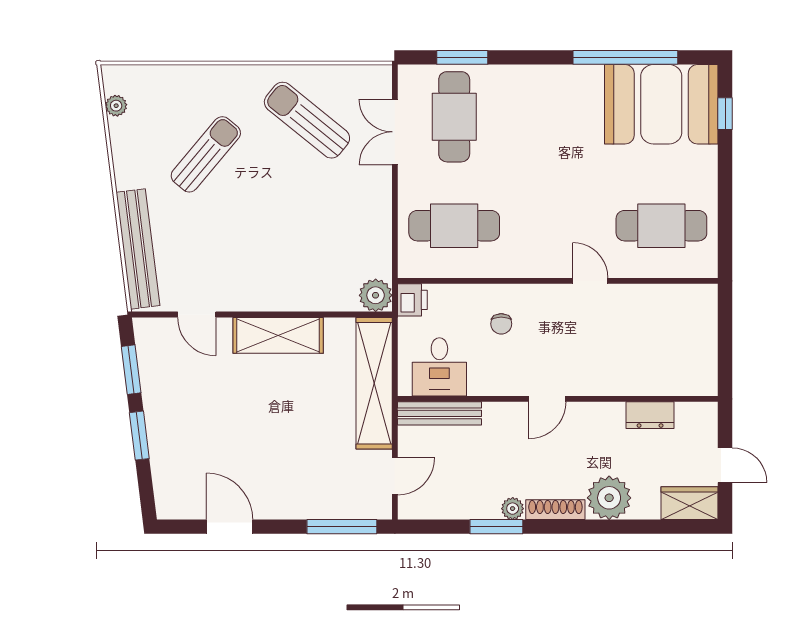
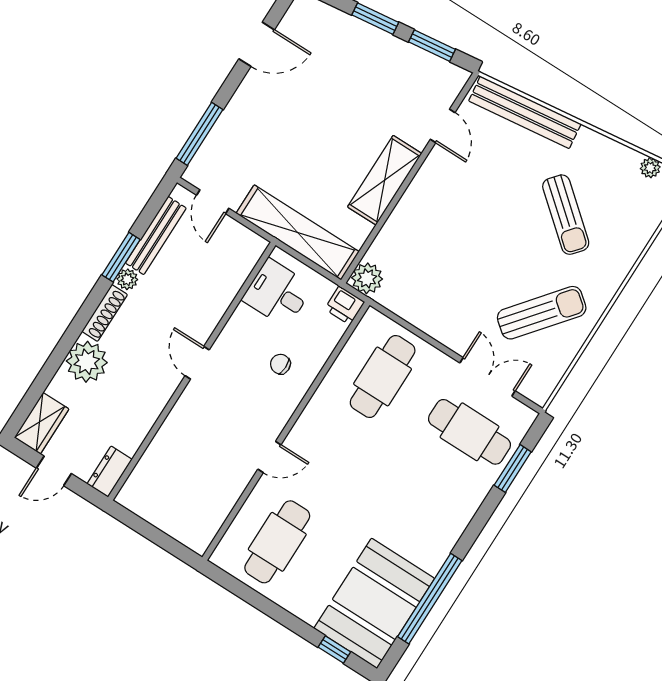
door: (197, 315) -> (443, 126), swing flipped
bench: (440, 413) -> (156, 235), moved
dresser: (650, 415) -> (110, 472), moved

